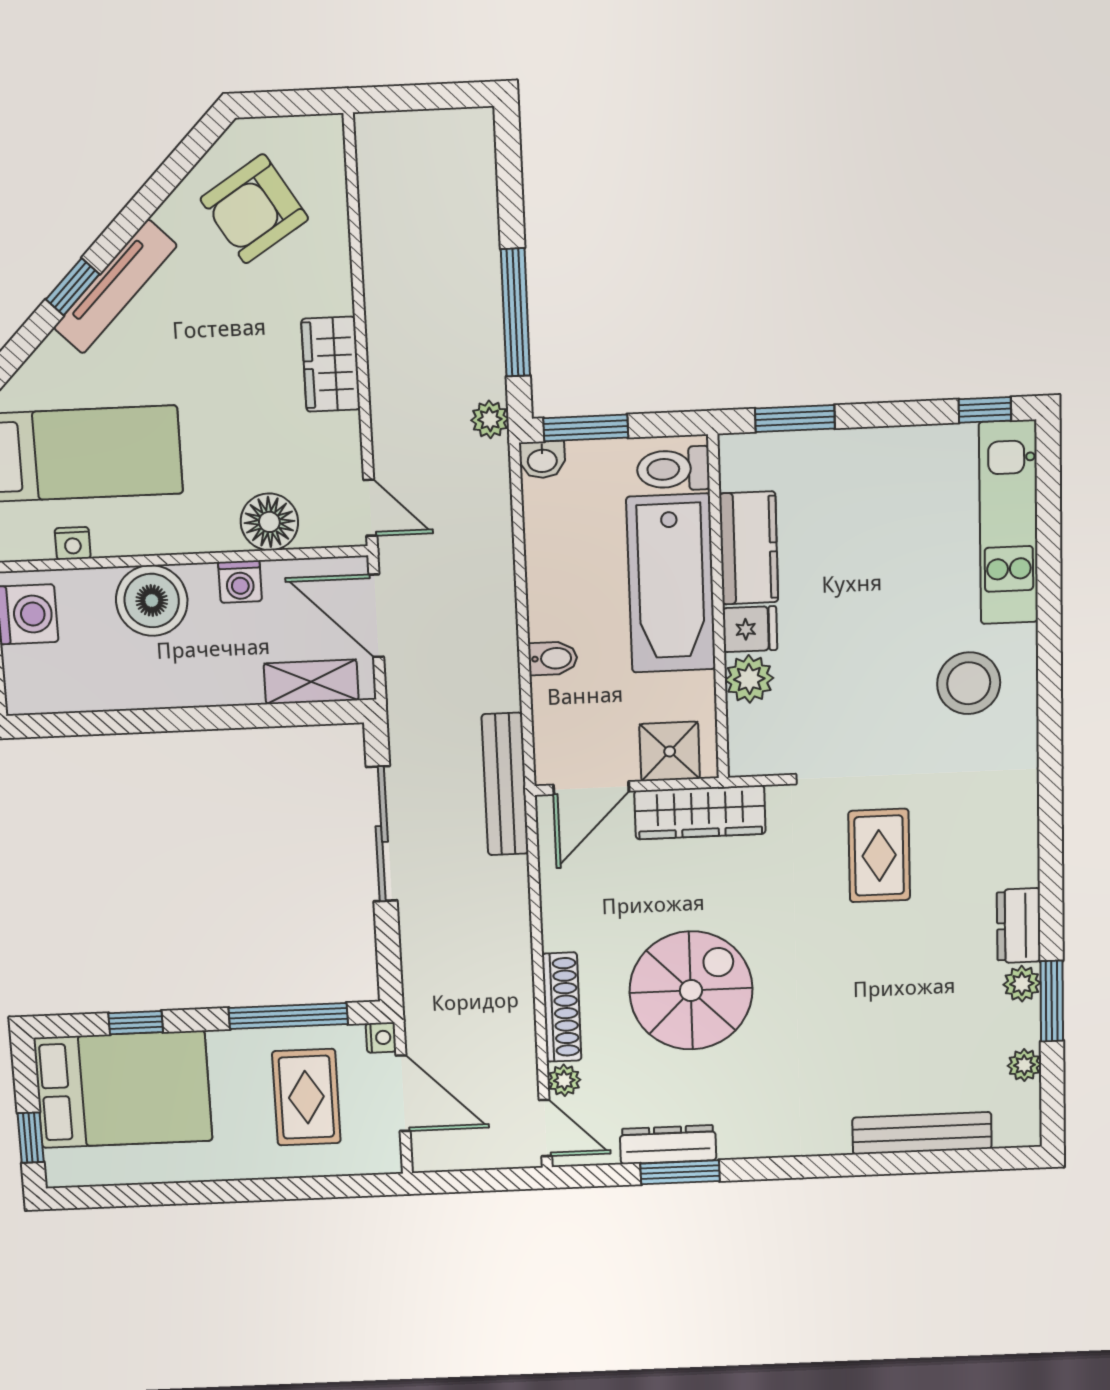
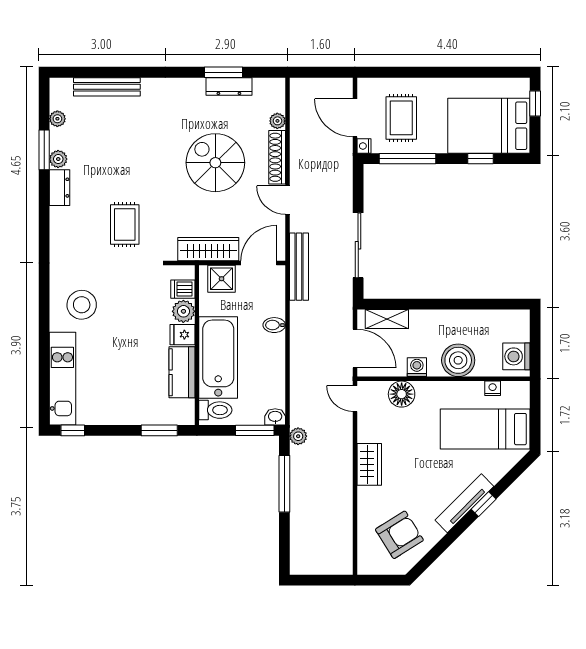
dishwasher: (752, 726) -> (183, 289), added
spiral stairs: (691, 991) -> (215, 163), turned 90
door: (545, 1128) -> (287, 200), moved

